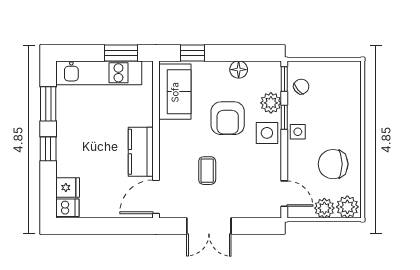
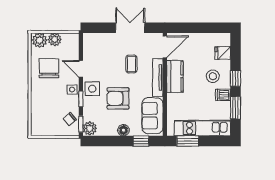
floor lamp: (239, 70) -> (123, 130), moved
plant: (271, 103) -> (90, 128), moved
armchair: (228, 118) -> (118, 98), turned -90
tv unit: (167, 150) -> (158, 78), added
stool: (83, 152) -> (213, 76), added
chair: (333, 164) -> (49, 68), turned -90
door: (284, 194) -> (81, 69), moved
dishwasher: (67, 208) -> (223, 95), moved

